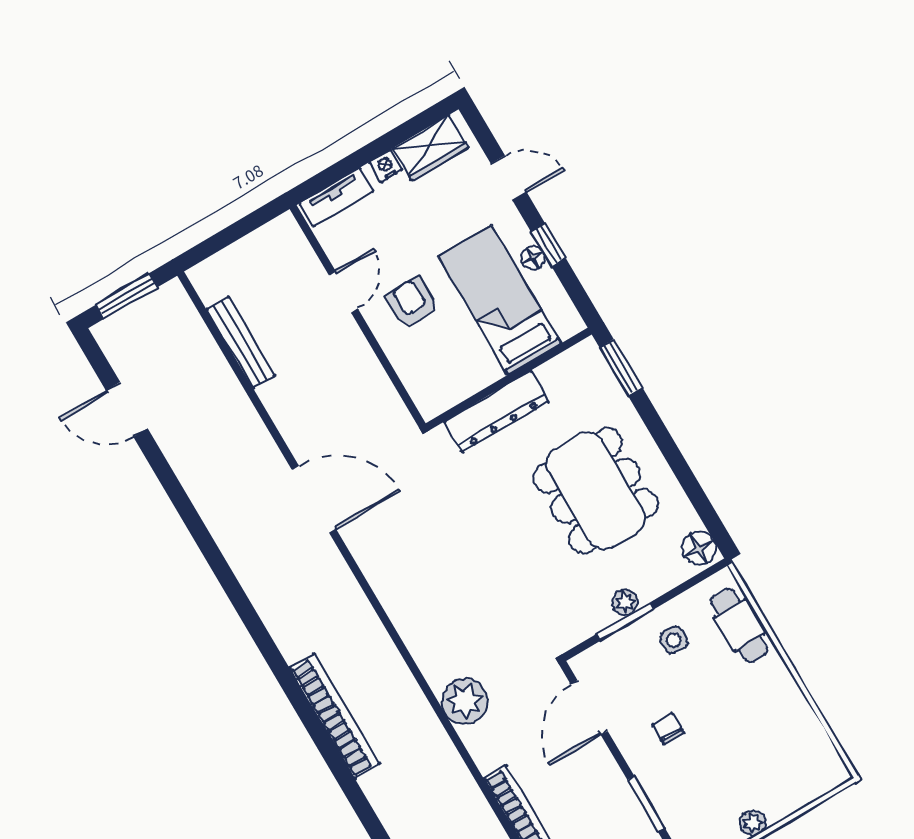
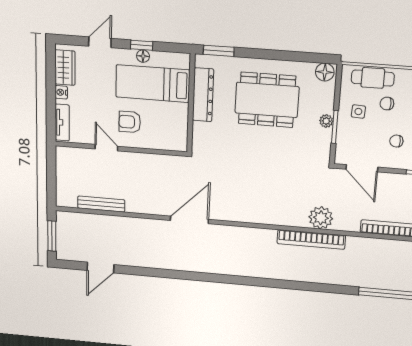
dresser: (496, 411) -> (203, 95), moved
chair: (715, 674) -> (387, 104), added
bookcase: (334, 716) -> (311, 239), moved, turned 180

